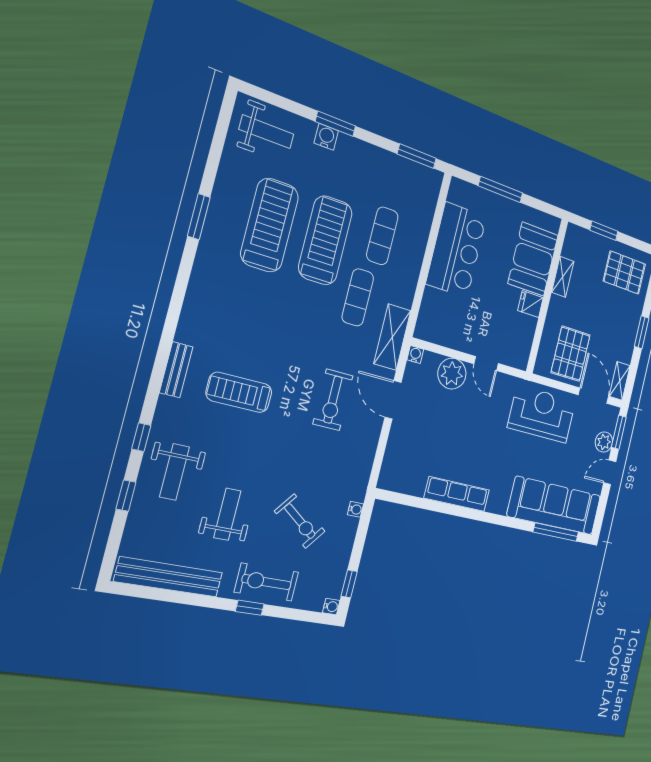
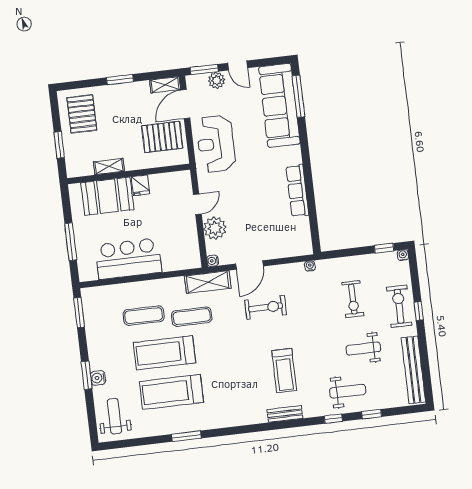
water cooler: (355, 509) -> (310, 266), moved
exercise bike: (300, 521) -> (353, 299), turned 143
exercise bike: (267, 582) -> (399, 306), turned 180

